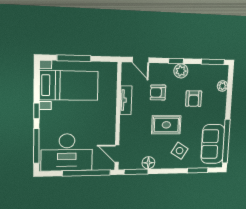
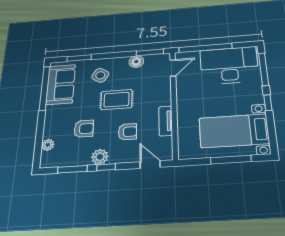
window: (213, 62) -> (72, 169), moved
armchair: (194, 99) -> (84, 129), turned 90
door: (117, 154) -> (173, 68), hinge flipped

